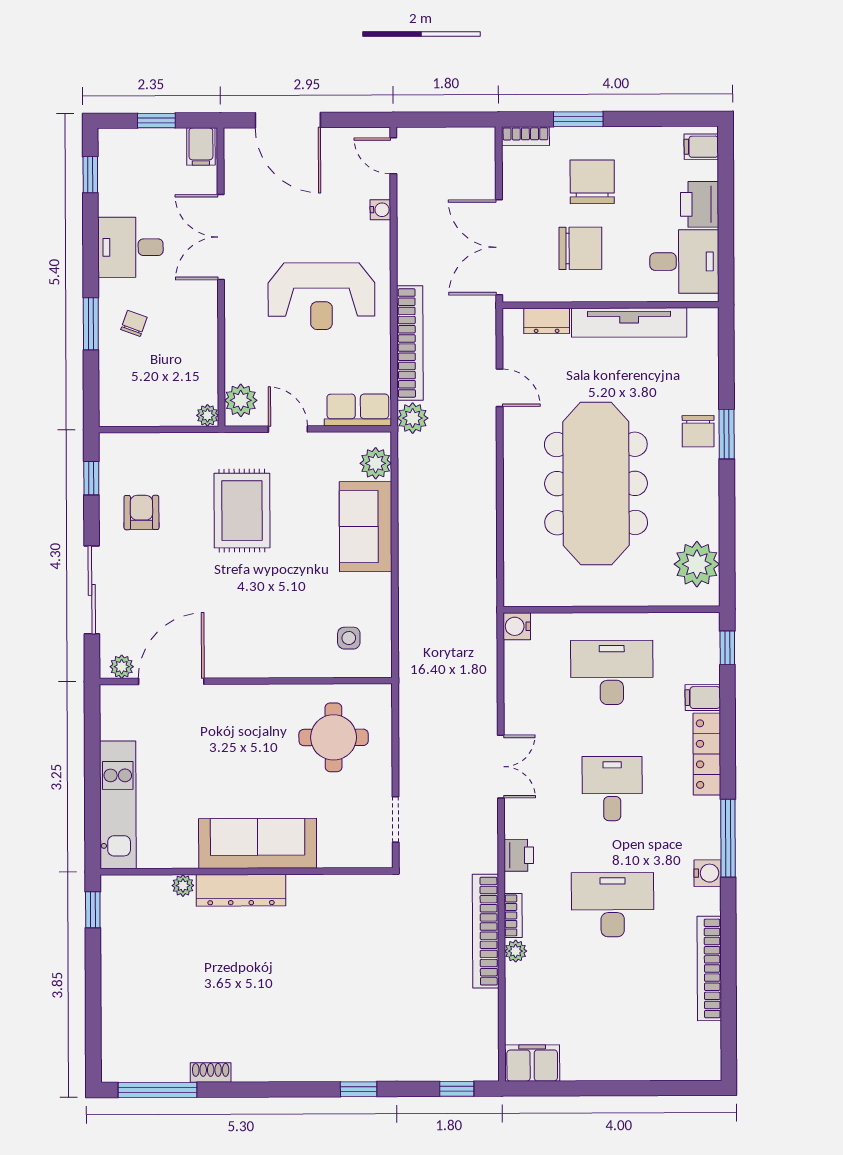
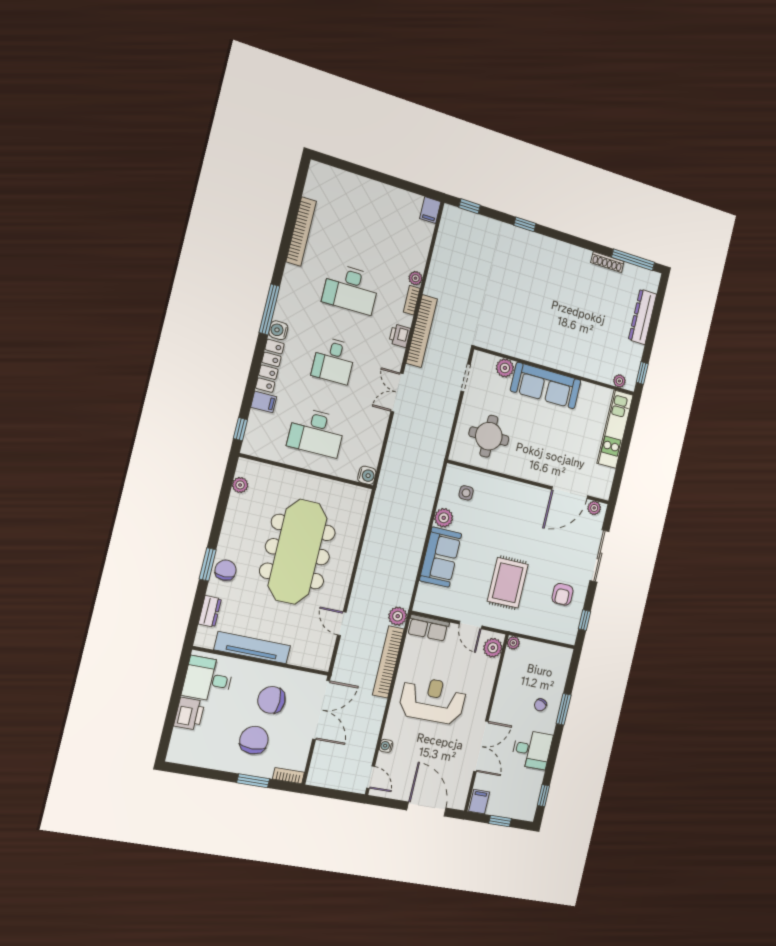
filing cabinet: (701, 147) -> (179, 750), removed
chair: (592, 182) -> (254, 740), turned 180
dresser: (547, 321) -> (210, 611), moved, turned 90
plant: (376, 463) -> (444, 518), moved
plant: (697, 564) -> (240, 485), width x0.53, depth x0.53
plant: (334, 853) -> (505, 368), added
water cooler: (707, 873) -> (278, 330), moved
plant: (183, 886) -> (619, 381), moved
dresser: (241, 890) -> (643, 317), moved, turned -90
bookcase: (486, 931) -> (422, 331), moved
filing cabinet: (532, 1063) -> (430, 210), width x0.50
shoe rack: (211, 1072) -> (607, 262), width x1.43

